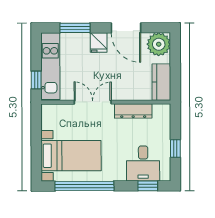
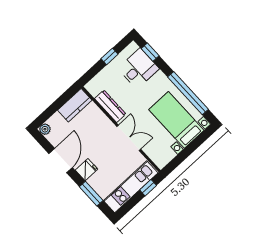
plant: (159, 44) -> (45, 129), width x0.53, depth x0.53
double door: (93, 102) -> (129, 138), swing flipped

